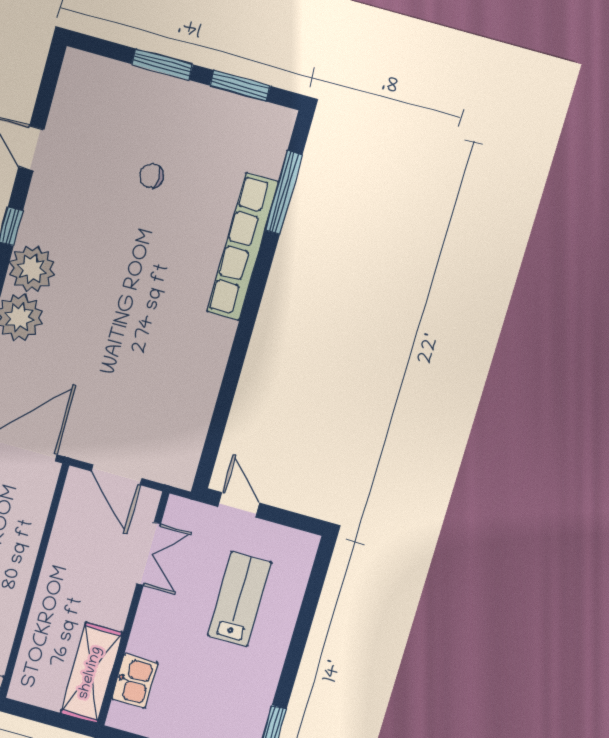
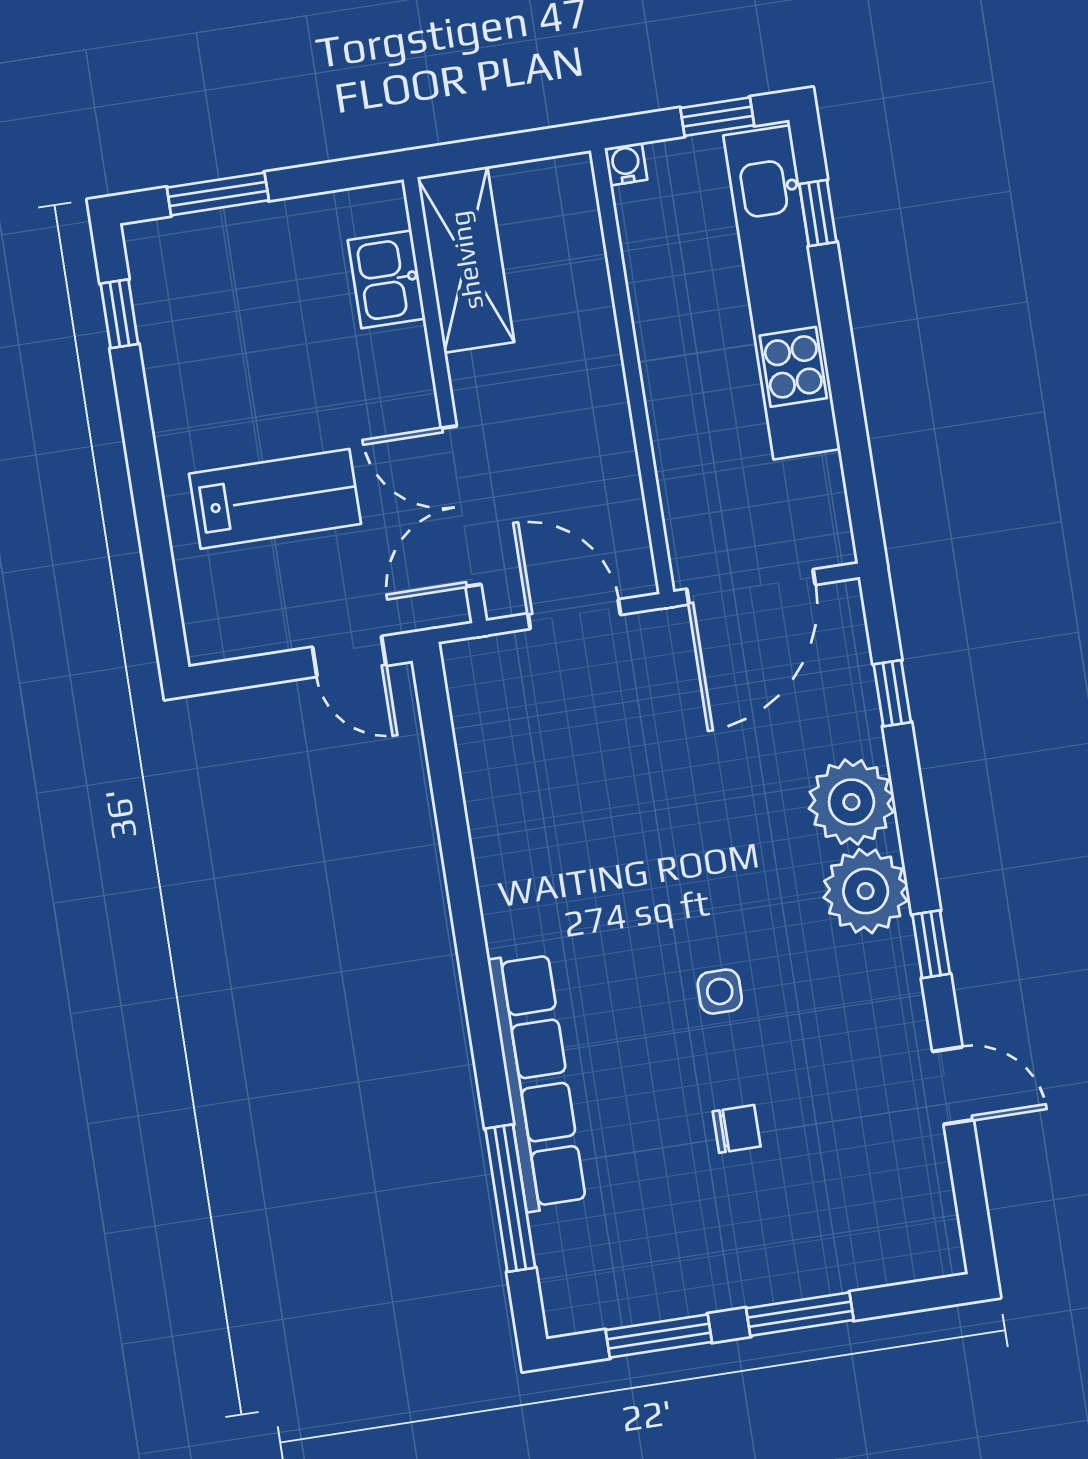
side table: (129, 251) -> (720, 992), added
double door: (149, 554) -> (461, 506), width x1.37
lab bench: (240, 599) -> (275, 499), turned -90

